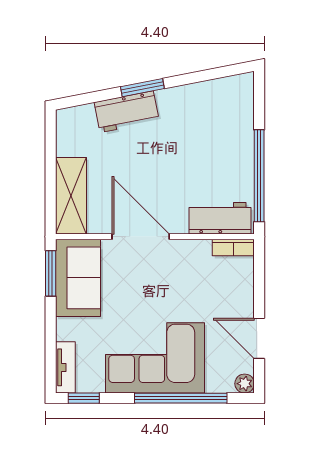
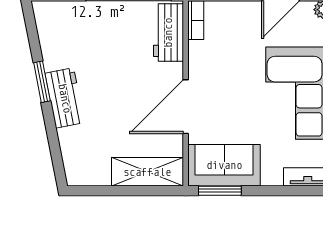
window: (142, 88) -> (42, 82), moved
workbench: (127, 112) -> (65, 98), moved

